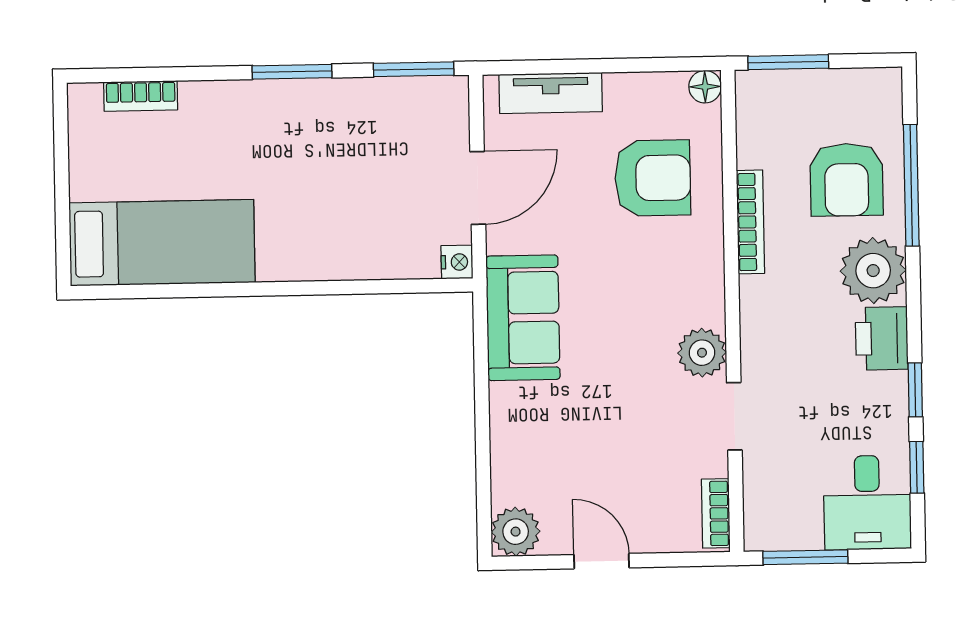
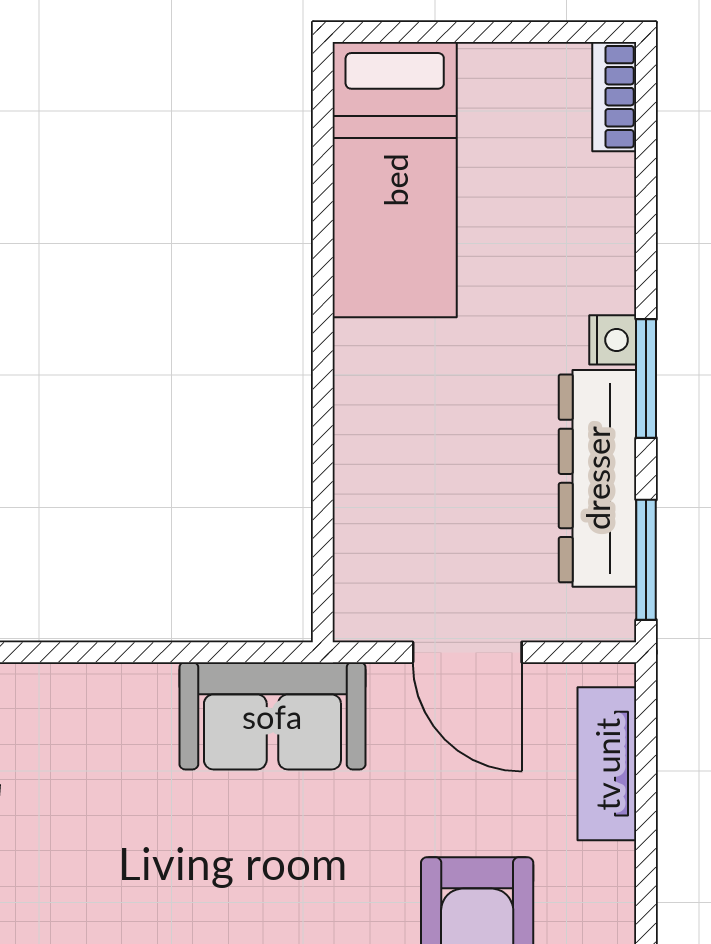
bookcase: (141, 96) -> (614, 97), moved
dresser: (360, 103) -> (597, 478), added
nightstand: (457, 262) -> (613, 340), moved, turned -90

